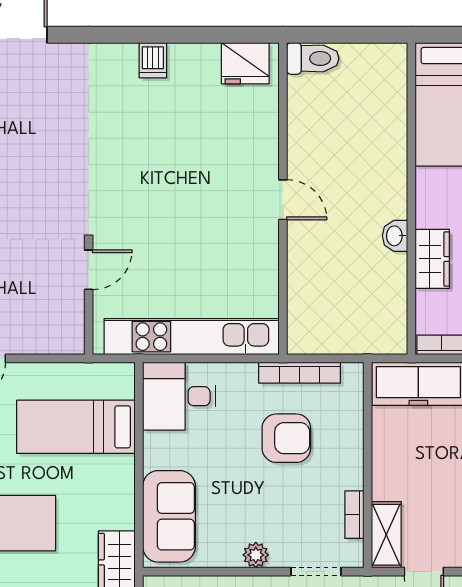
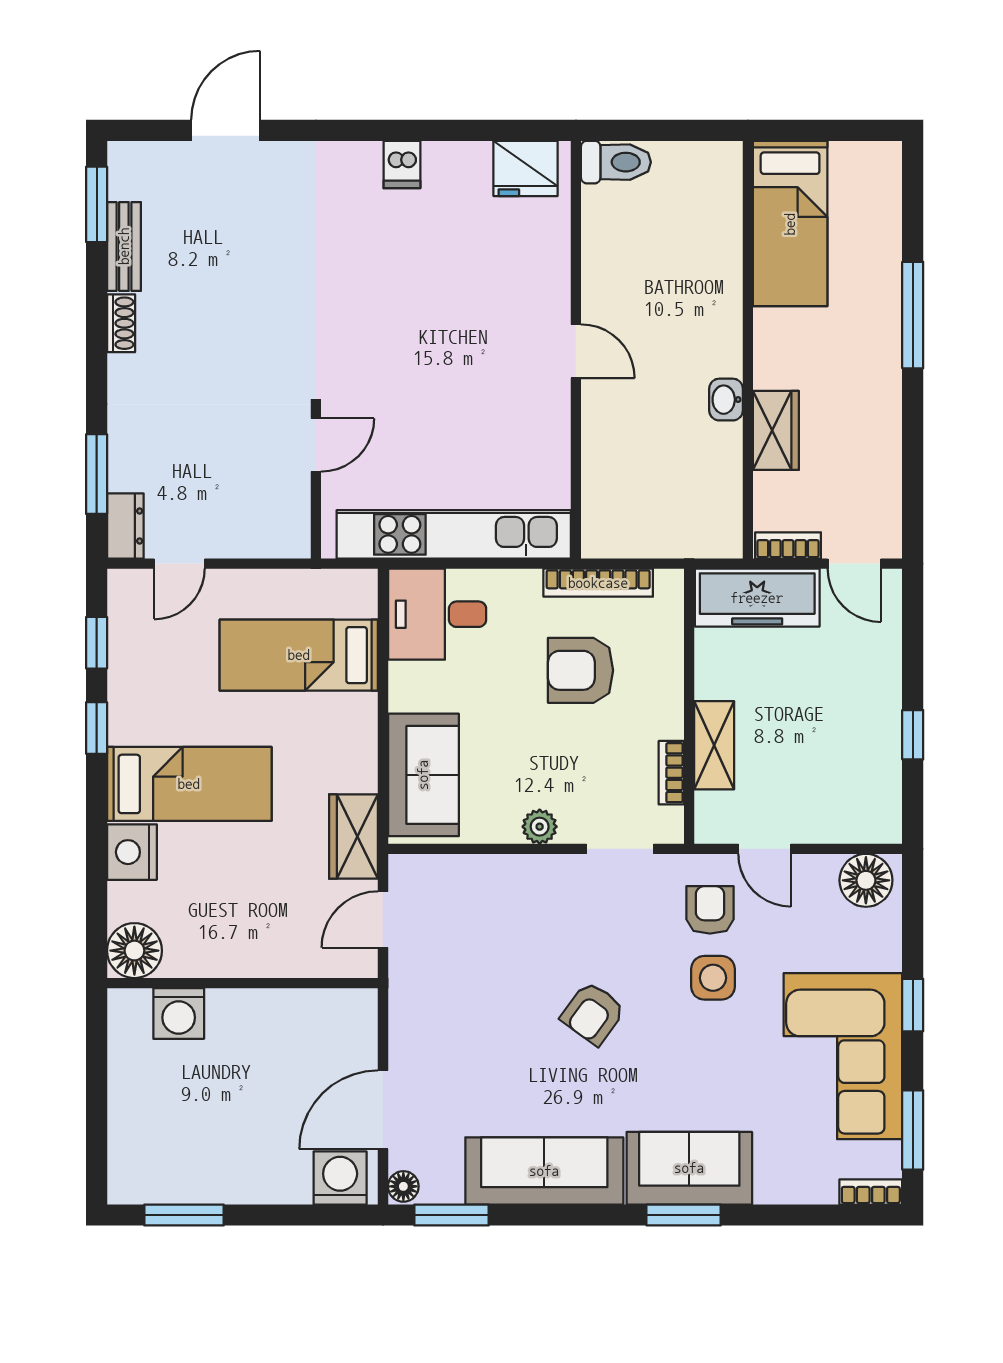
armchair: (286, 438) -> (580, 670), turned 180
shelving: (386, 535) -> (714, 745), moved

